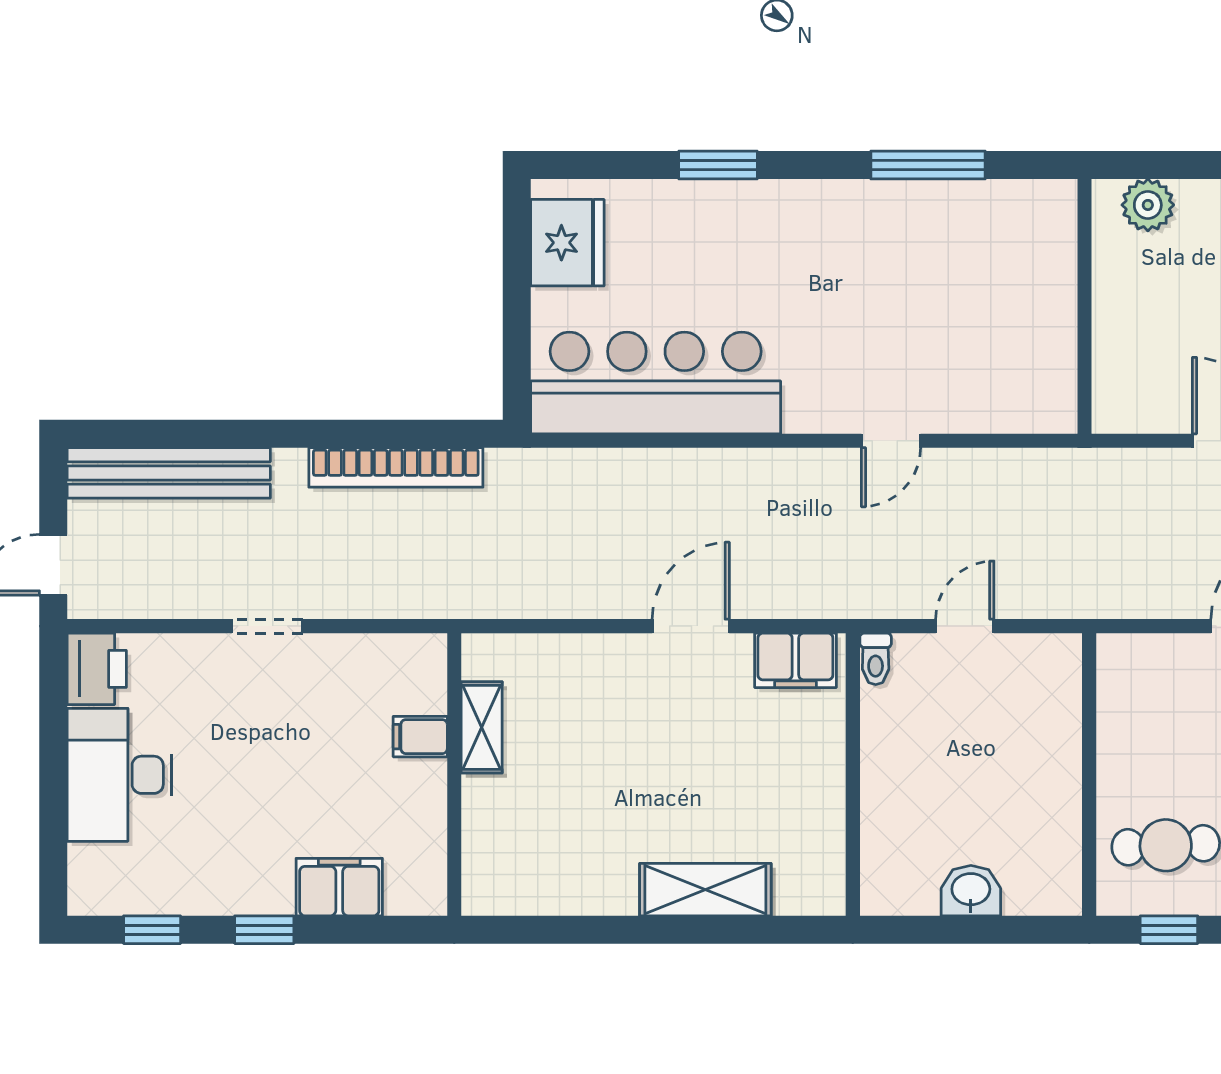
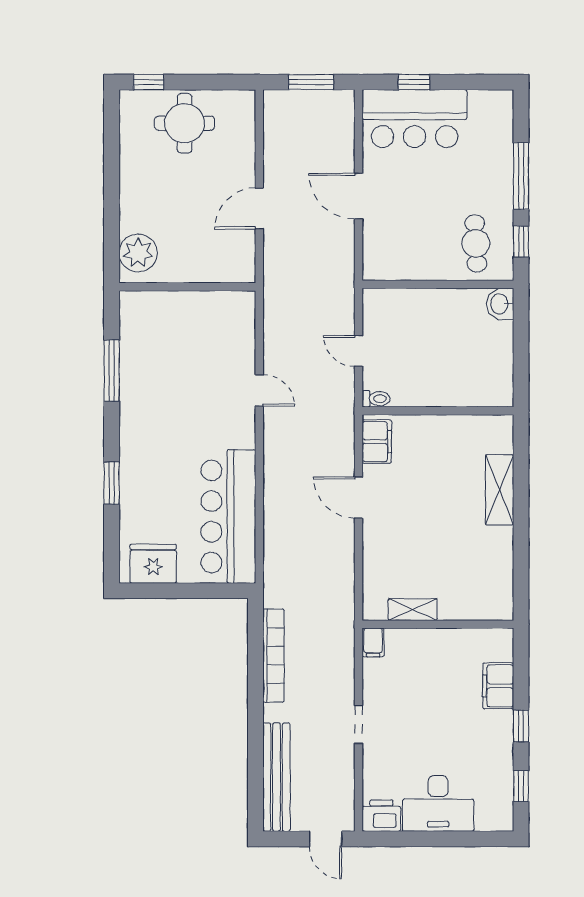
plant: (1148, 205) -> (138, 253), width x1.36, depth x1.36
filing cabinet: (420, 737) -> (373, 642), moved
washbasin: (971, 891) -> (500, 304), moved

